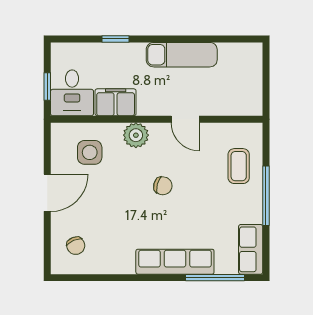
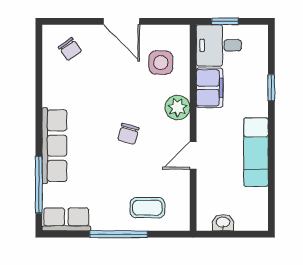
washbasin: (254, 89) -> (223, 223), added
chair: (76, 246) -> (70, 49), turned -103

